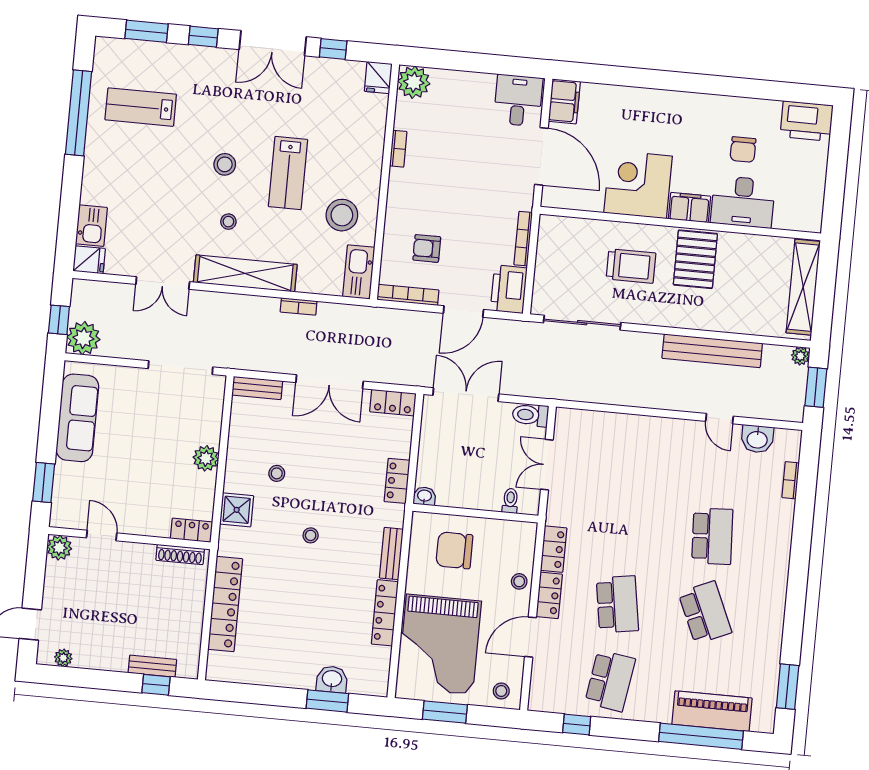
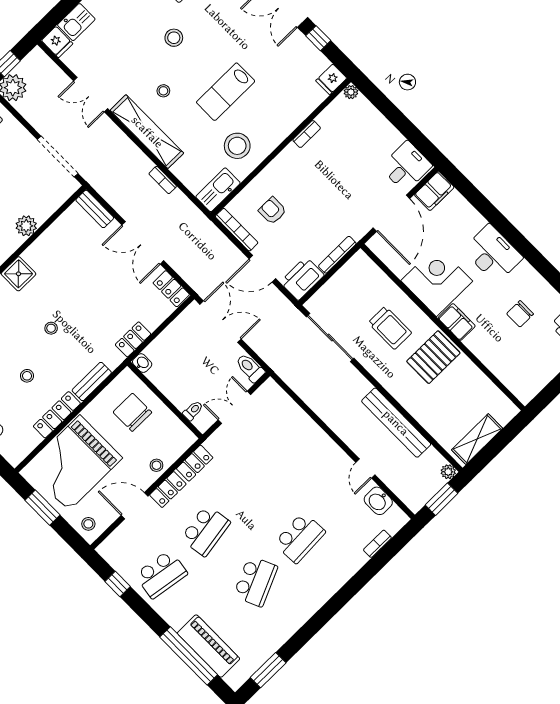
plant: (414, 82) -> (351, 92), width x0.53, depth x0.53
stool: (225, 164) -> (174, 38), moved
desk: (743, 202) -> (493, 254), moved, turned 180
shelving: (803, 287) -> (477, 439), width x0.68
stool: (277, 473) -> (27, 376), moved

